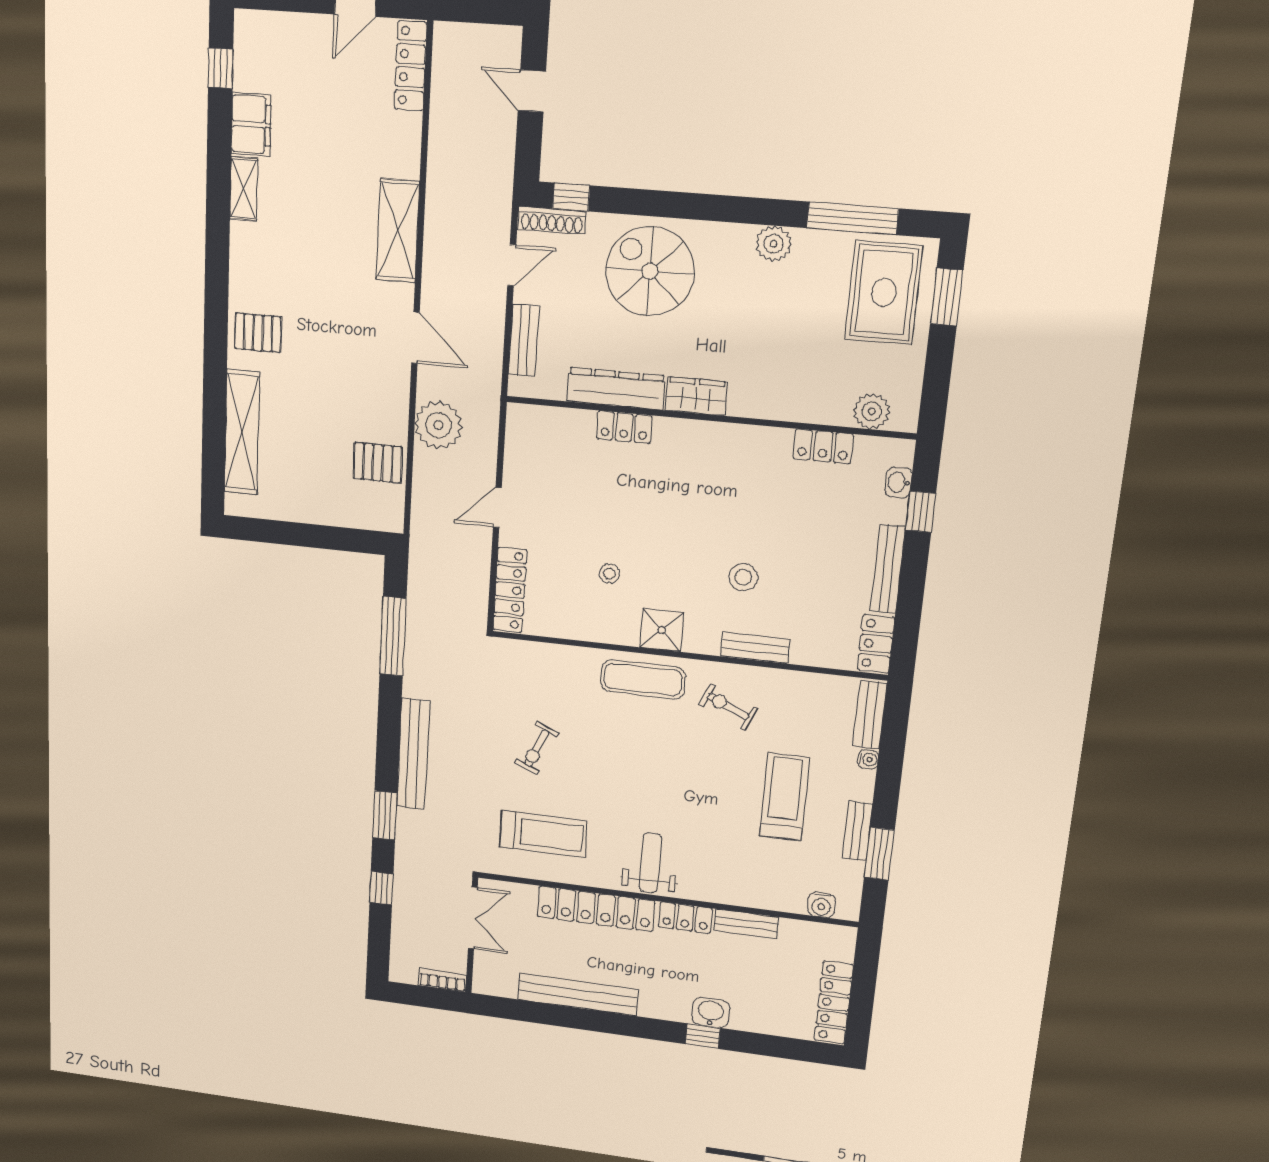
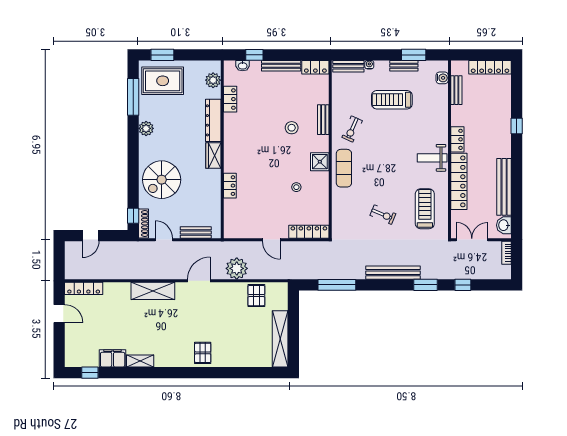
dresser: (616, 389) -> (213, 120), moved
shelving: (242, 432) -> (280, 339), moved, turned 90
bench: (746, 924) -> (456, 90), moved
washbasin: (711, 1013) -> (504, 225), moved

